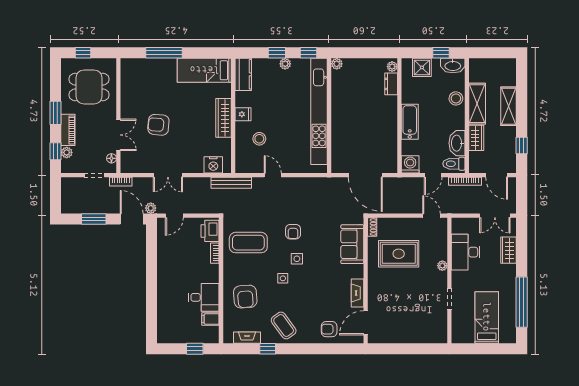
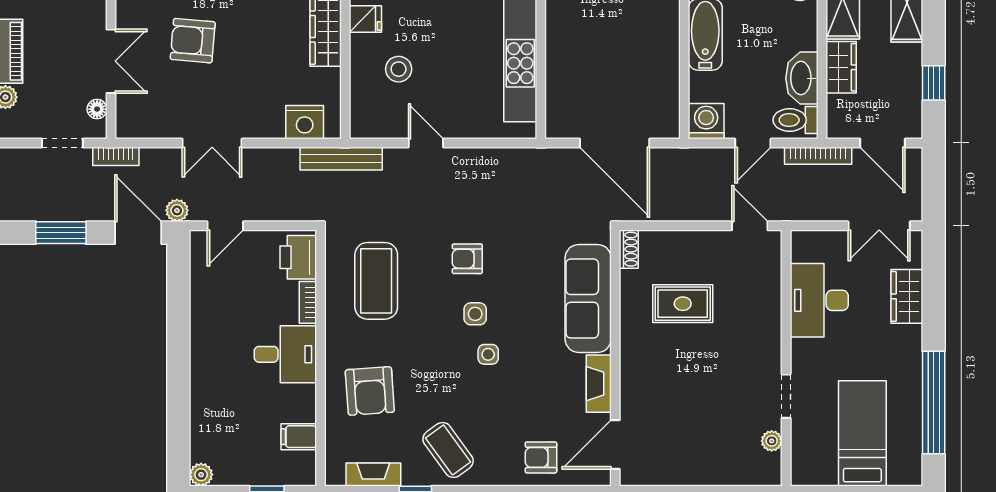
armchair: (293, 232) -> (467, 259), turned 90
coffee table: (248, 243) -> (376, 281), turned 90
sofa: (352, 244) -> (588, 298), width x1.36
rug: (399, 254) -> (683, 304), width x0.73, depth x0.70
plant: (442, 266) -> (772, 441), moved
side table: (283, 278) -> (488, 354), moved
desk: (204, 297) -> (285, 354), moved
plant: (163, 338) -> (201, 475), added

